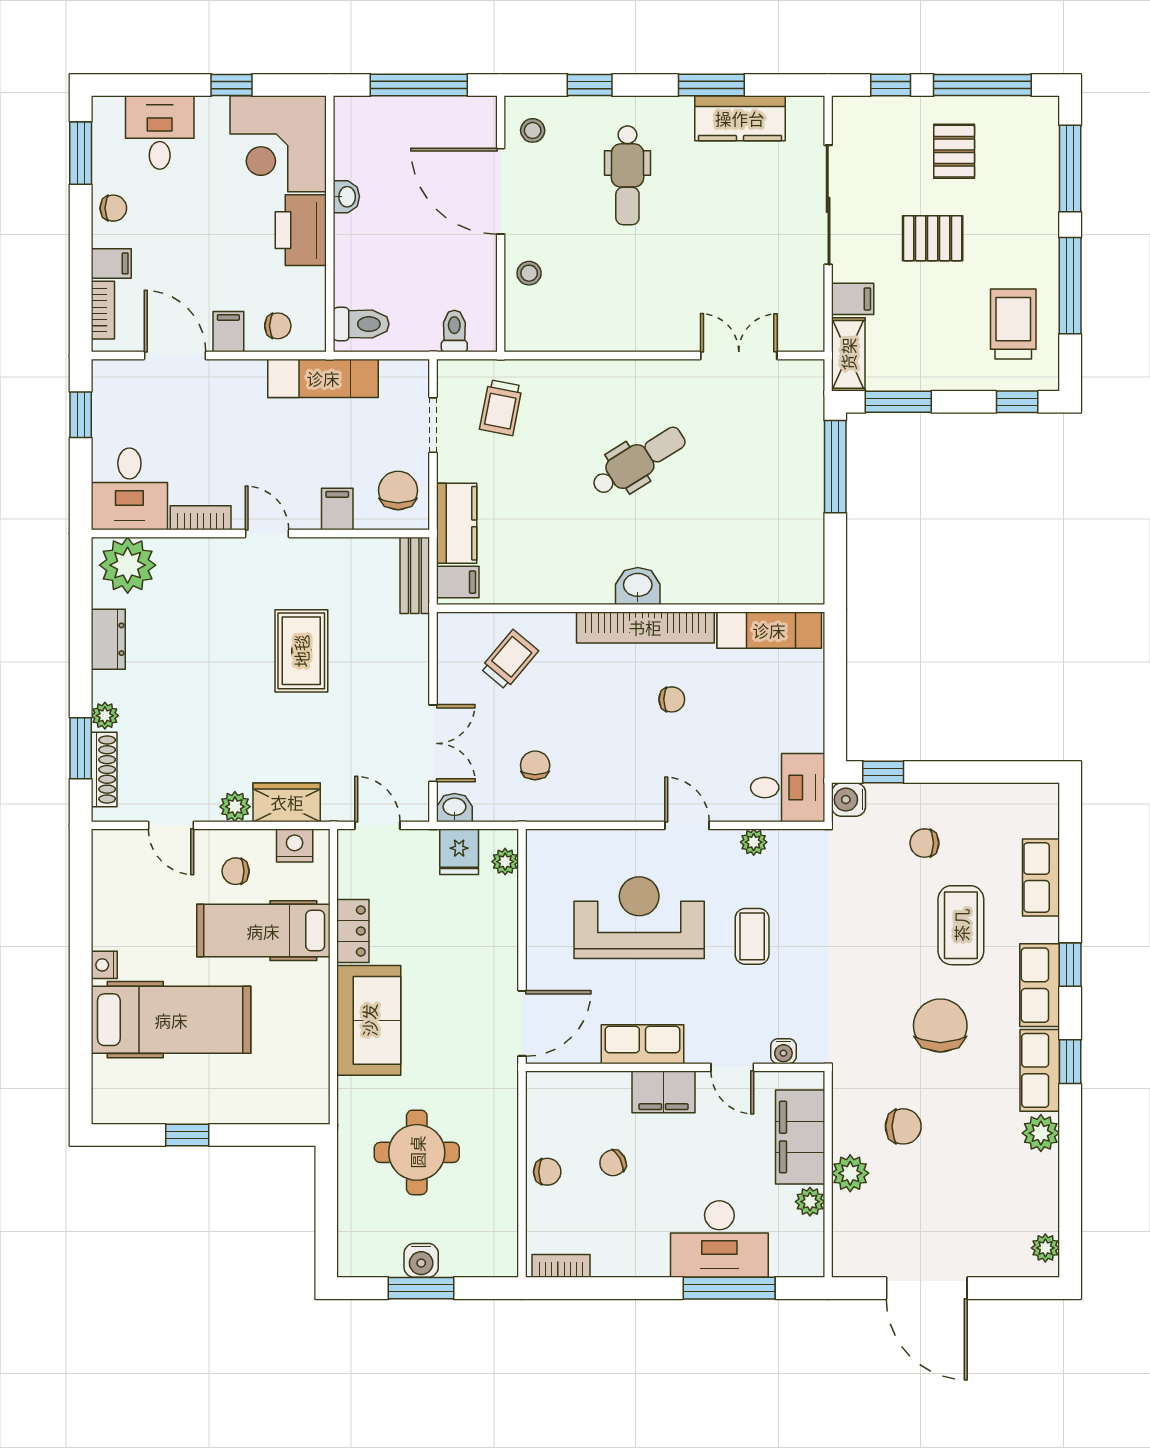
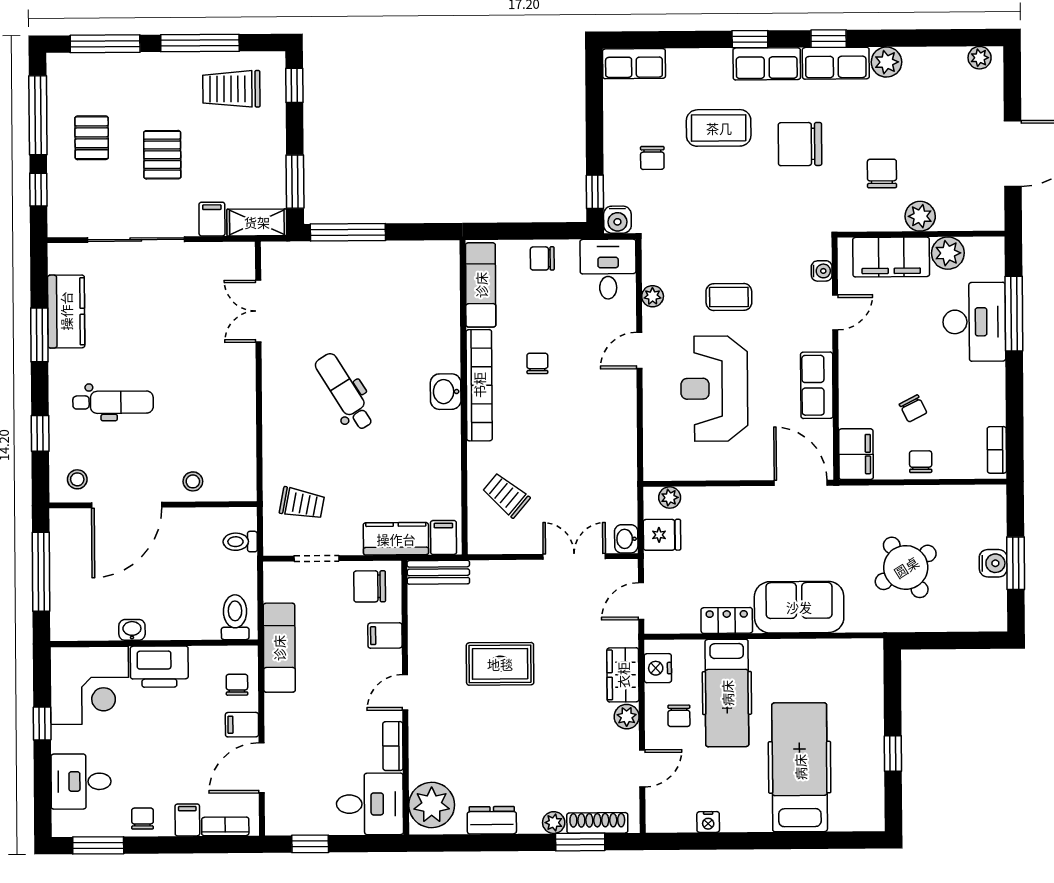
pallet: (954, 151) -> (92, 138), turned 90
chair: (535, 765) -> (542, 258), moved
row of seats: (1041, 877) -> (634, 64), moved
nightstand: (104, 965) -> (708, 822), moved
filing cabinet: (664, 1092) -> (856, 454), moved
round table: (417, 1152) -> (906, 567), turned -32
plant: (810, 1202) -> (948, 253), width x1.38, depth x1.38

